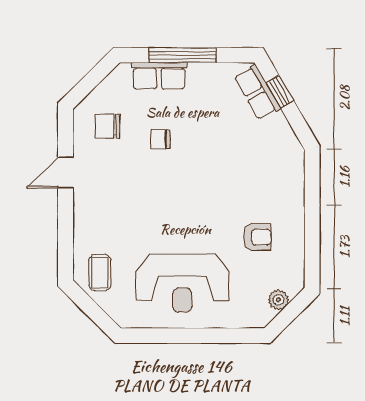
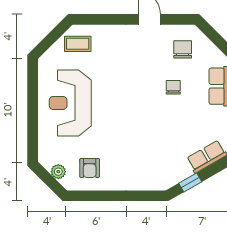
window: (280, 92) -> (190, 182), moved
armchair: (257, 237) -> (90, 168), moved

